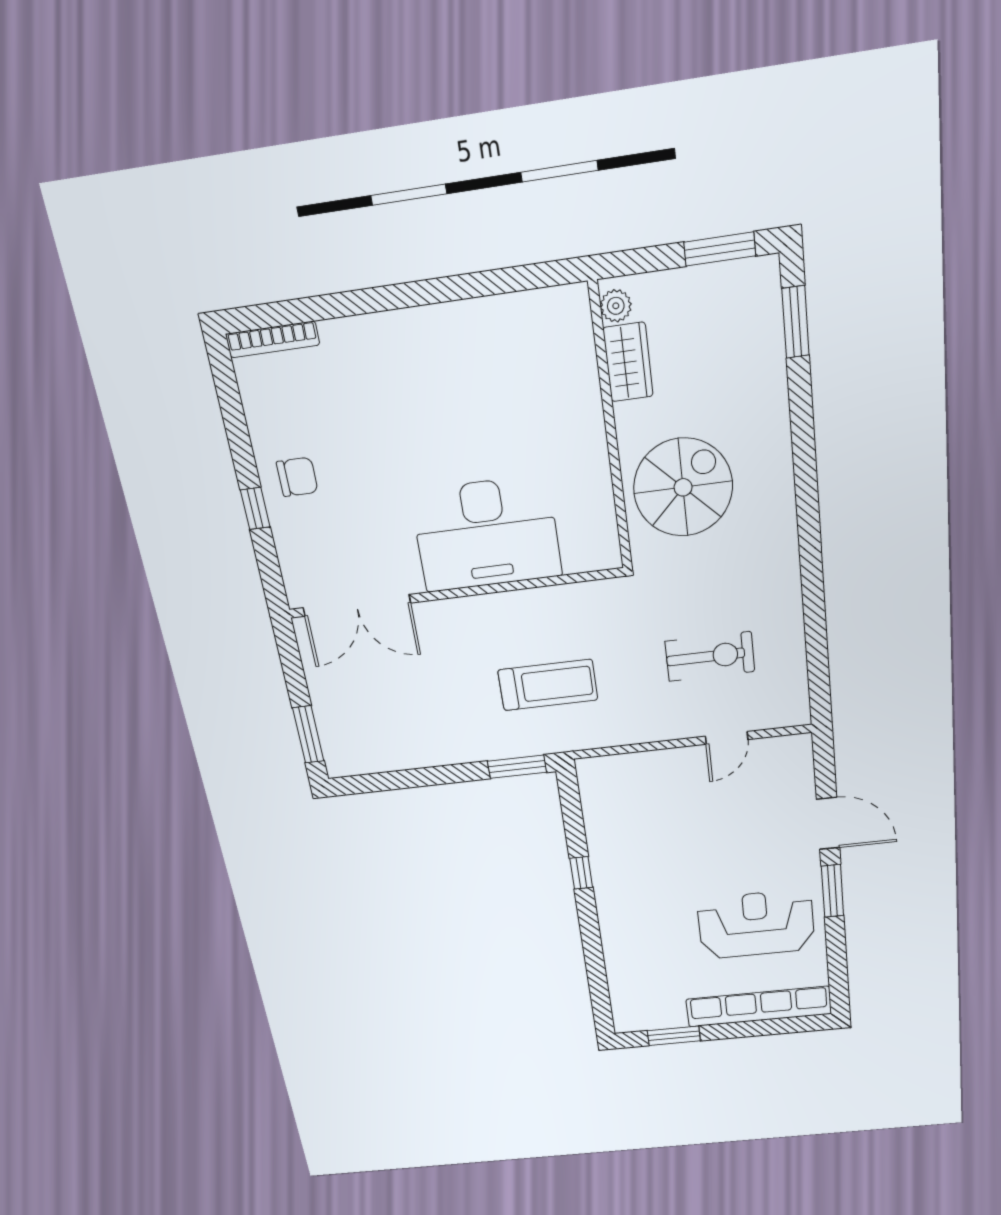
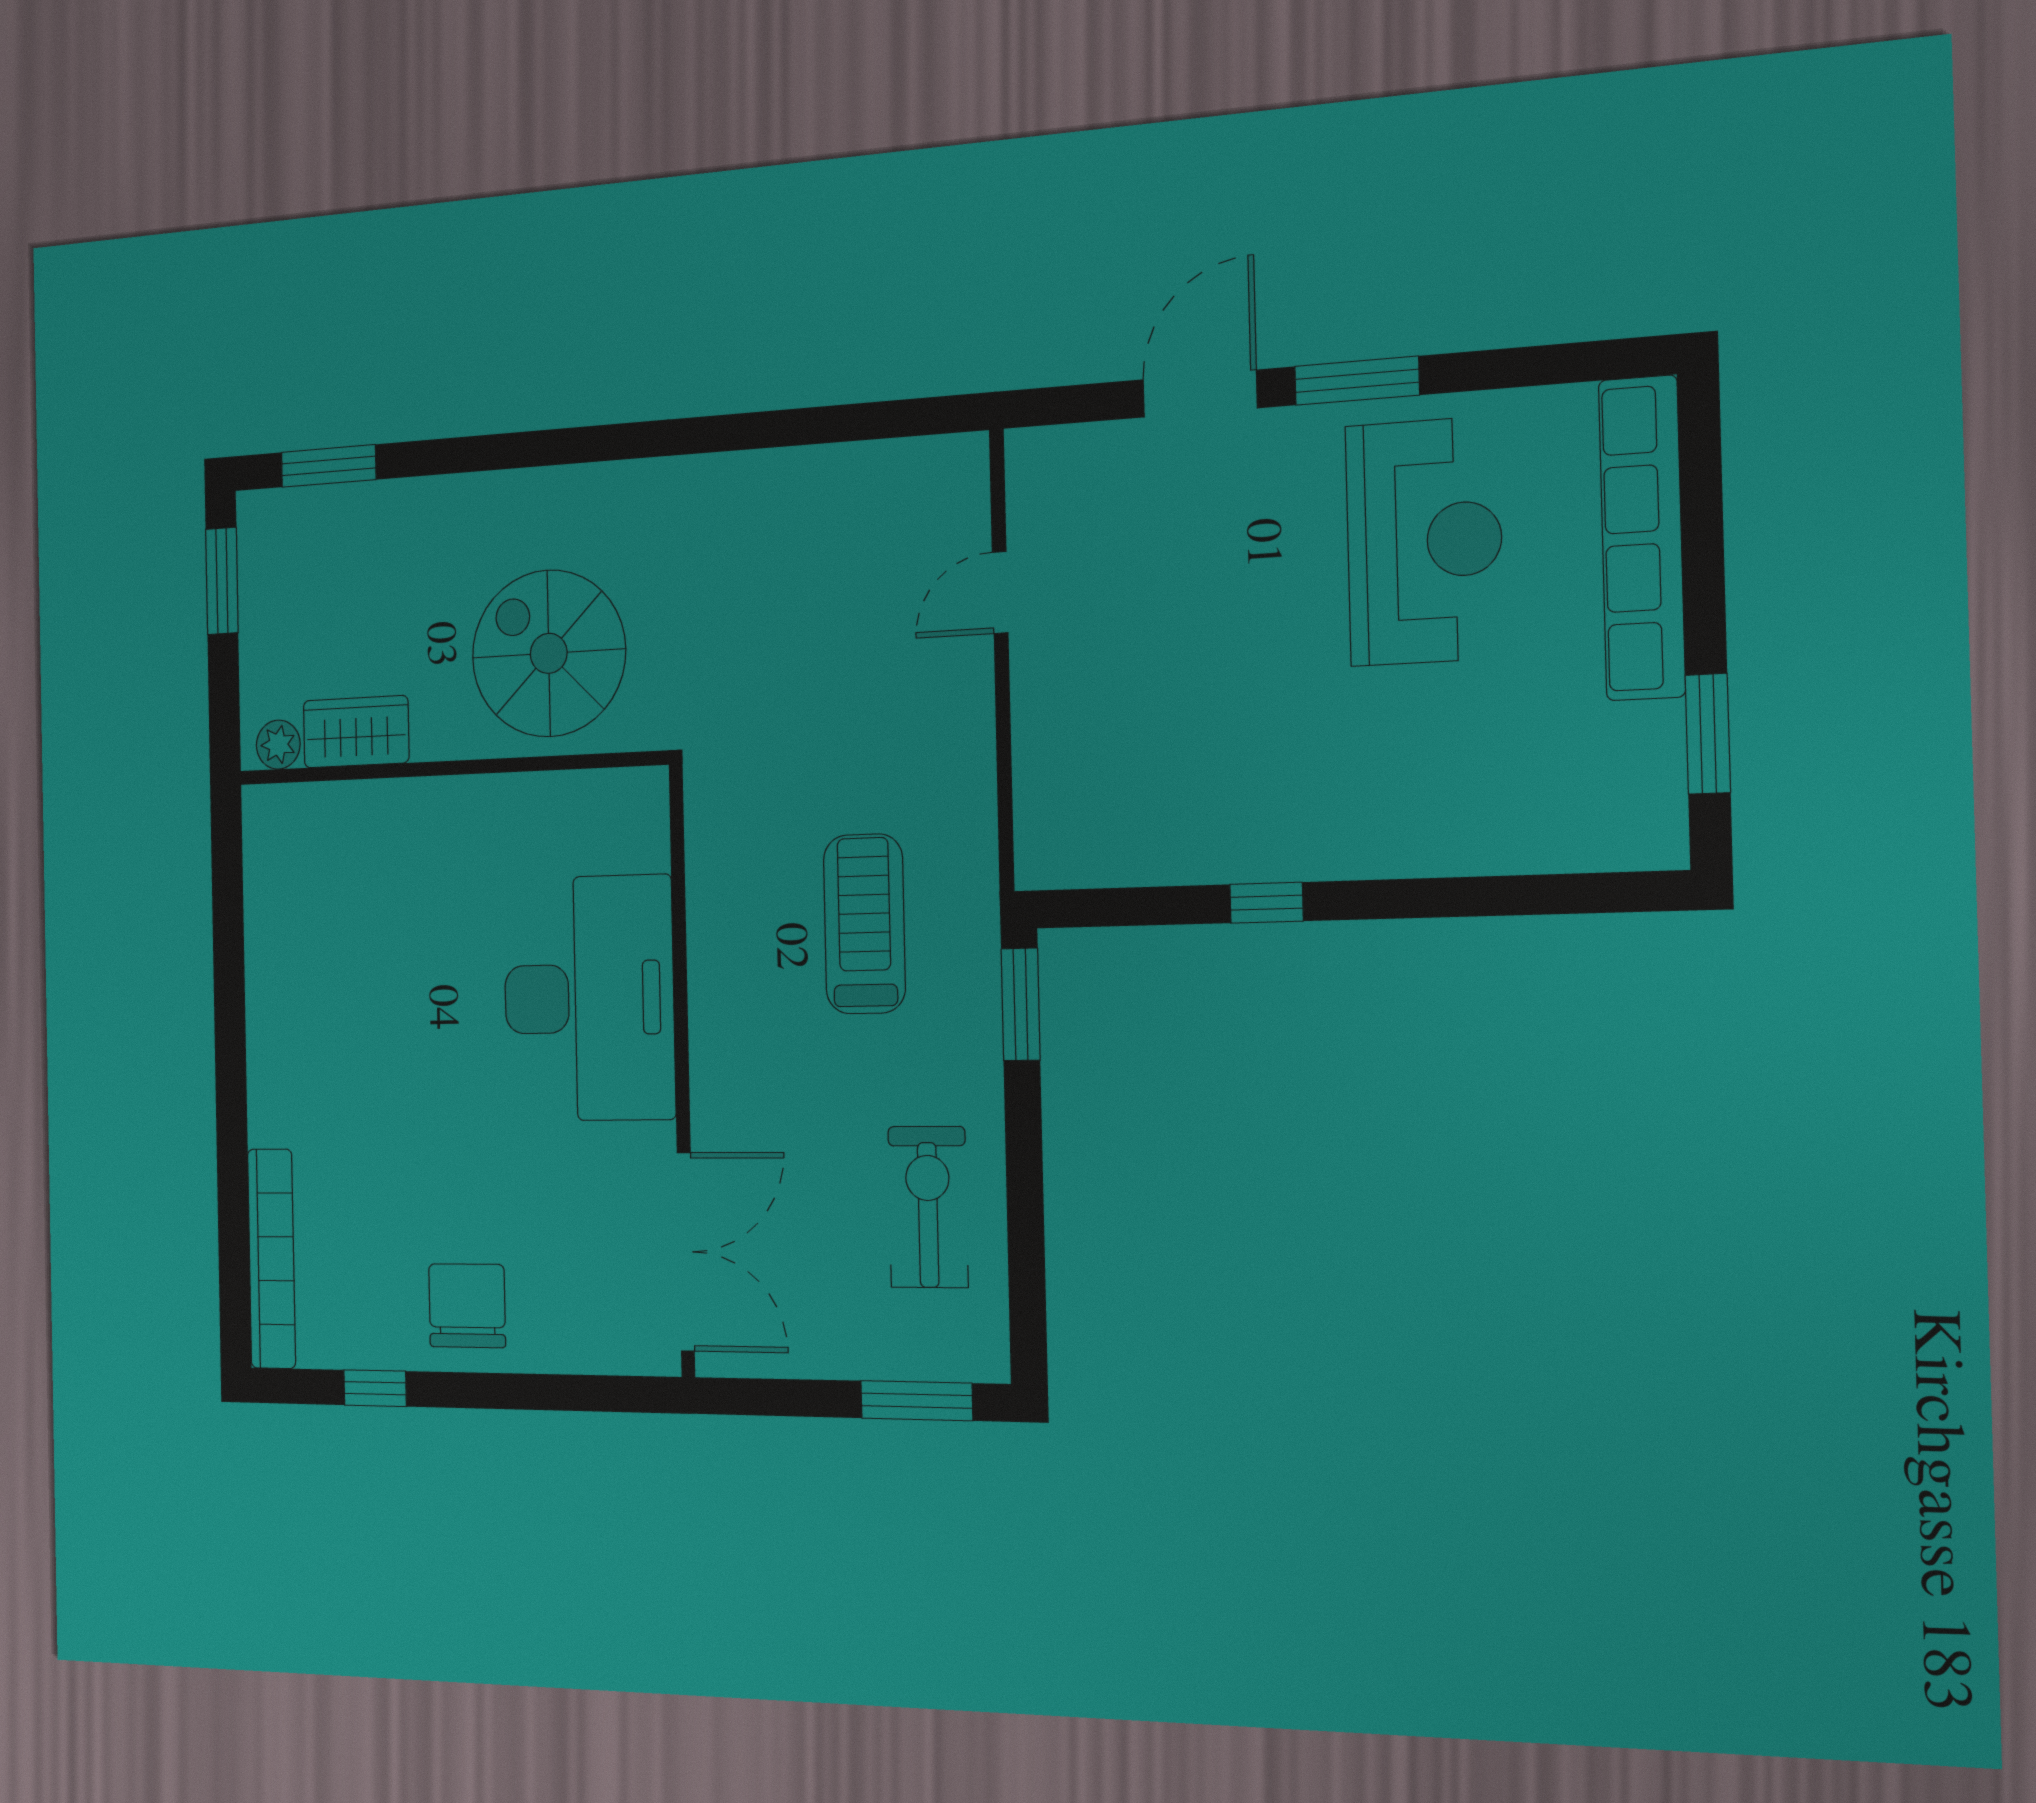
bookcase: (273, 339) -> (271, 1259), width x1.48, depth x1.31
chair: (297, 477) -> (467, 1306), width x1.37, depth x1.37
window: (255, 508) -> (375, 1388), moved
exercise bike: (710, 656) -> (928, 1207), moved
door: (727, 738) -> (1000, 592), swing flipped
reception desk: (756, 924) -> (1424, 541), turned 180

